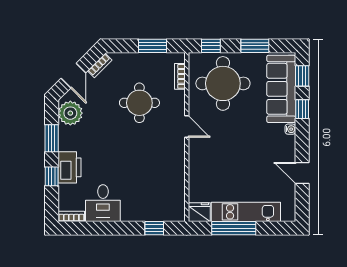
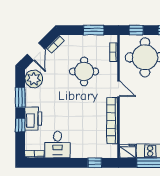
bookcase: (178, 170) -> (112, 121), added

